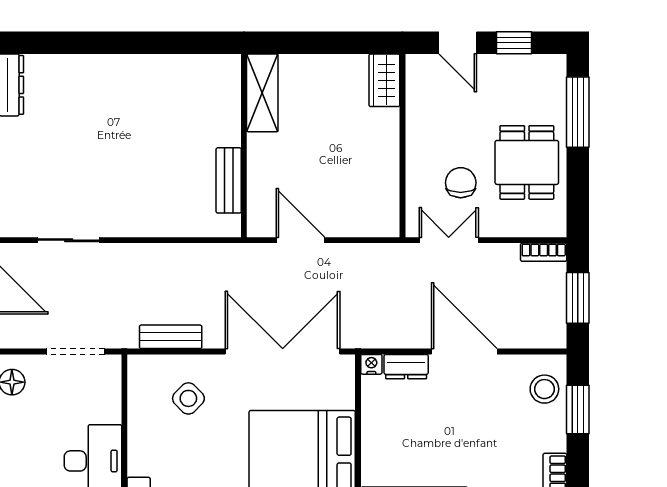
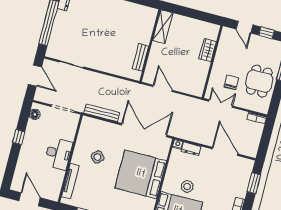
wardrobe: (384, 80) -> (208, 50), moved
window: (578, 298) -> (265, 139), removed
bench: (171, 337) -> (102, 113), width x1.36
door: (464, 351) -> (225, 151), moved
stool: (544, 389) -> (187, 187), moved
side table: (188, 398) -> (98, 157), moved

